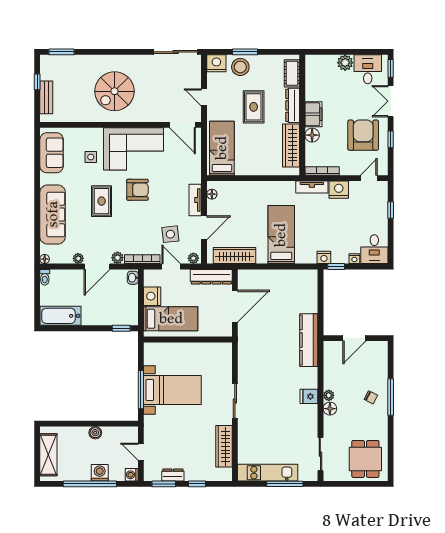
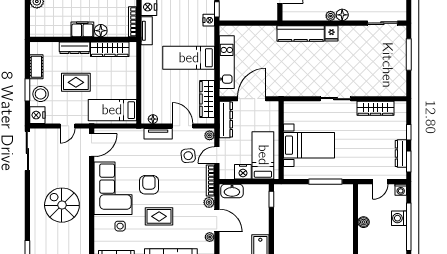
cot: (292, 73) -> (36, 67), moved, turned 90
spiral stairs: (114, 91) -> (62, 205), turned 180
washbasin: (133, 278) -> (232, 191), width x1.91, depth x1.45
door: (235, 306) -> (252, 99), hinge flipped
kitchen counter: (309, 340) -> (301, 33), moved
bed with nightstands: (172, 390) -> (309, 145), moved, turned 90
kitchen unit: (268, 473) -> (227, 62), moved, turned 180
dresser: (173, 475) -> (401, 154), width x1.44

